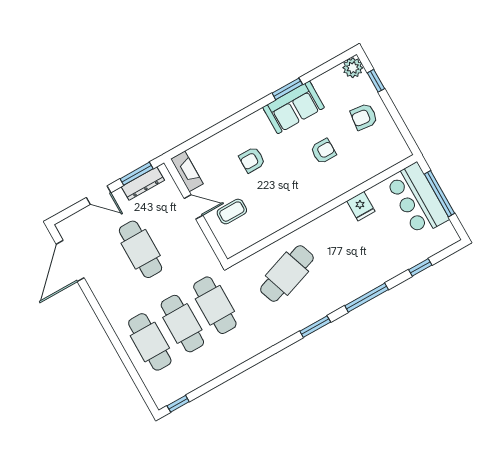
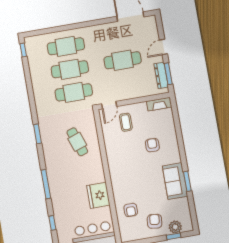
plant: (353, 68) -> (175, 227), moved
armchair: (323, 151) -> (131, 210), moved
fridge: (361, 206) -> (98, 195), width x1.88, depth x1.34
door: (193, 207) -> (109, 105), moved
cafe table: (287, 274) -> (77, 142), width x0.73, depth x0.74
window: (315, 327) -> (37, 134), moved

